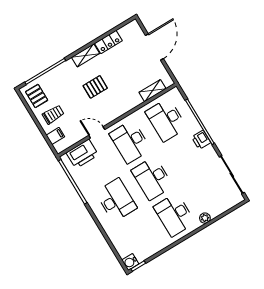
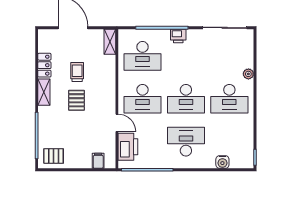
shelving: (152, 91) -> (110, 42), moved
trolley: (53, 115) -> (77, 72), moved
door: (97, 132) -> (117, 123), swing flipped
water cooler: (130, 262) -> (222, 162), moved

